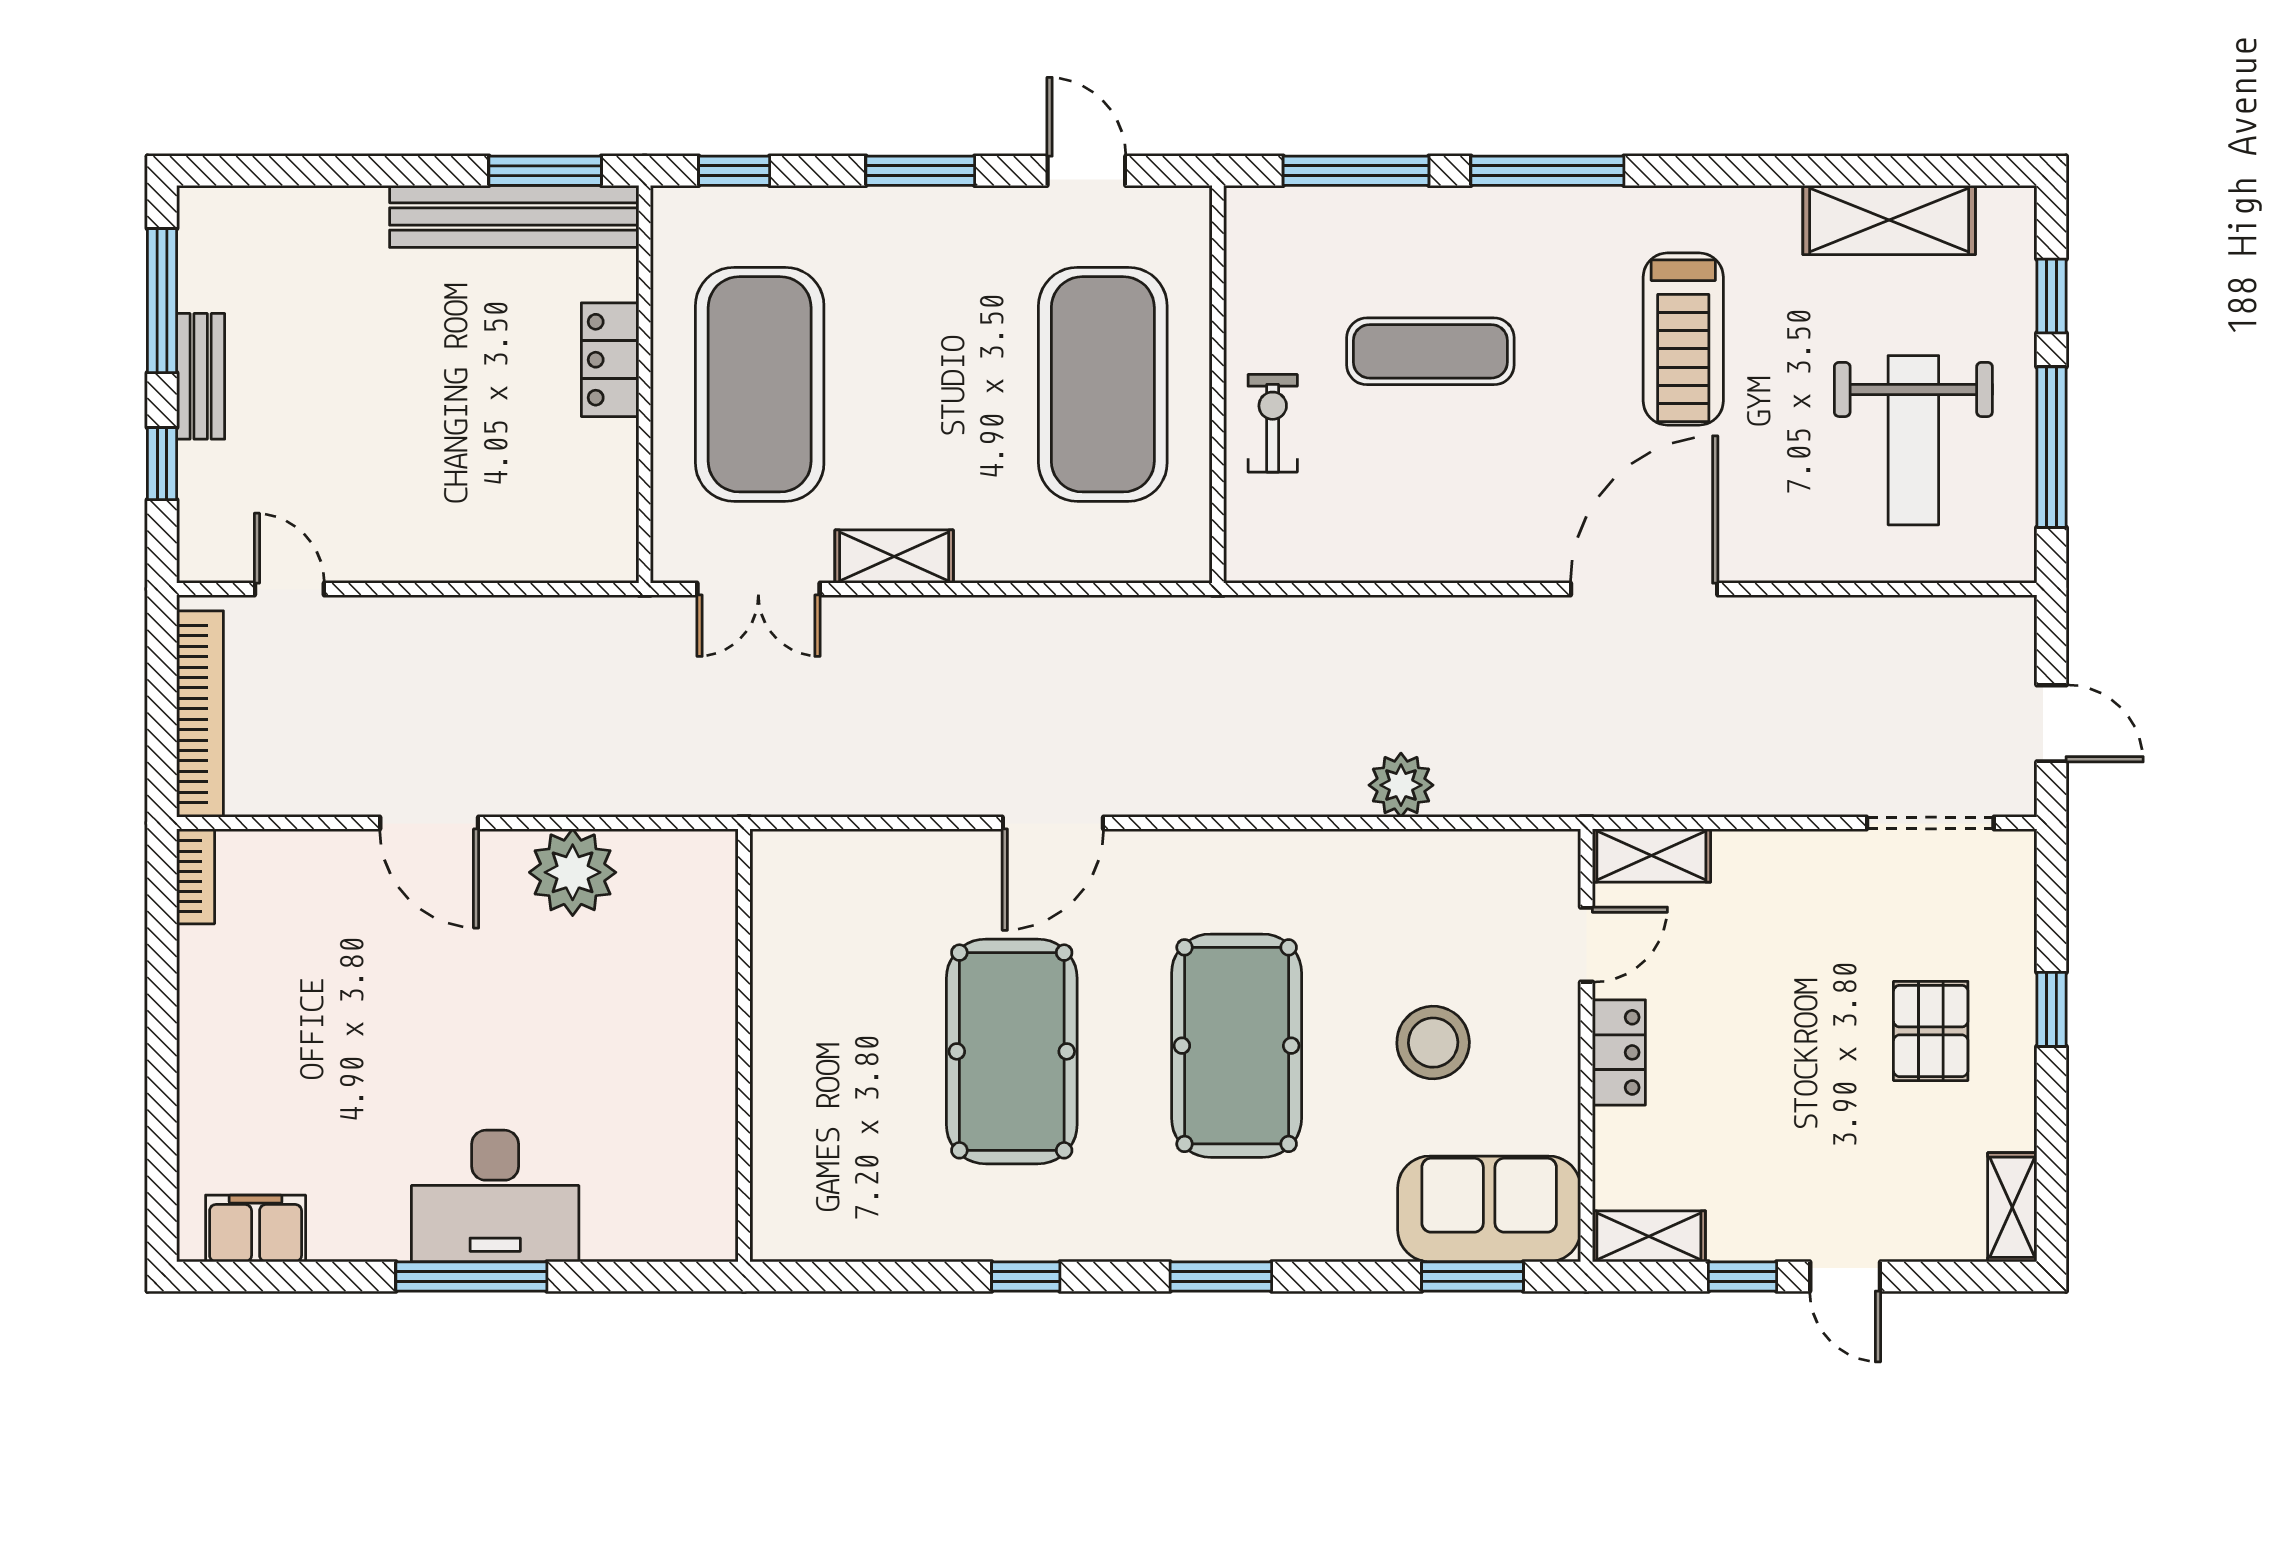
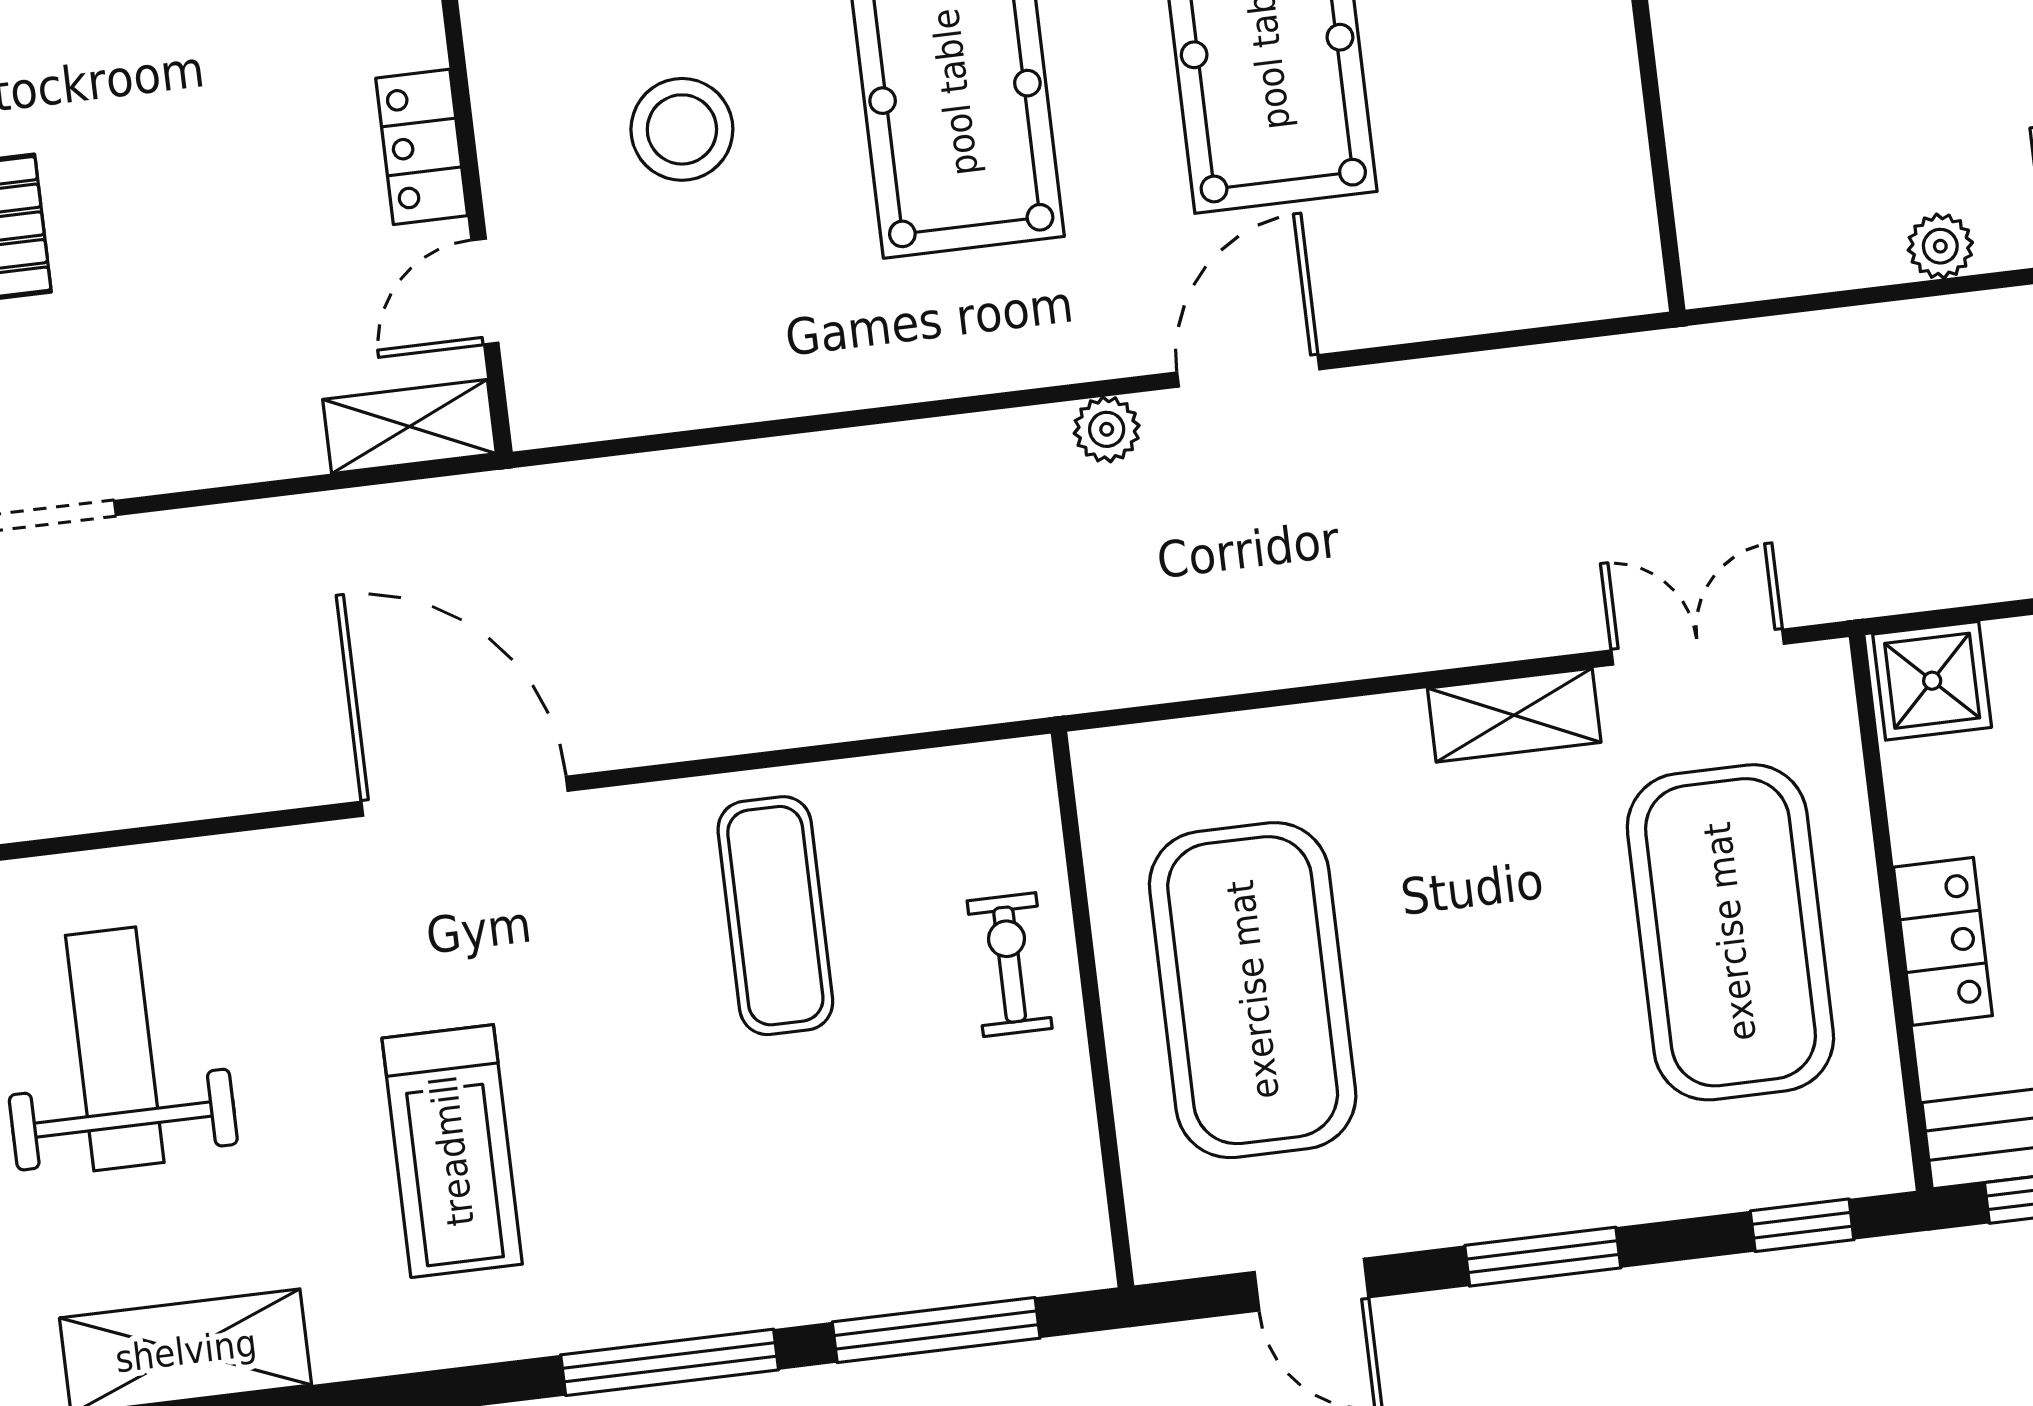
treadmill: (1683, 339) -> (452, 1151), turned 180
exercise mat: (1430, 351) -> (775, 916), moved, turned 90
exercise bike: (1273, 423) -> (1010, 965), turned 180
shower: (595, 545) -> (1932, 681), added
door: (1644, 589) -> (465, 796), swing flipped
plant: (1401, 785) -> (1107, 429), moved, width x0.73, depth x0.73
plant: (573, 872) -> (1940, 246), width x0.53, depth x0.53

